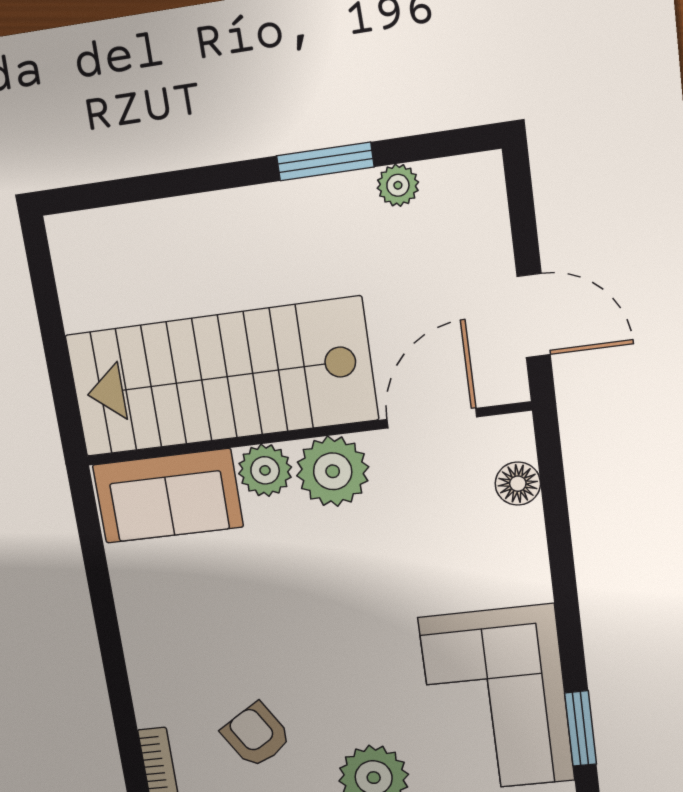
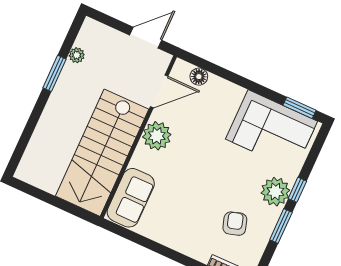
door: (432, 418) -> (159, 91), swing flipped
plant: (265, 470) -> (142, 159), removed
armchair: (256, 735) -> (235, 224), turned 105

